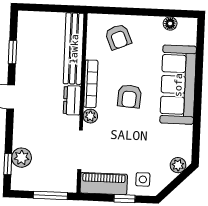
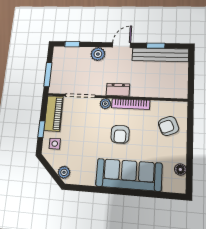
bench: (74, 49) -> (160, 55), moved
armchair: (129, 96) -> (120, 134), turned -94
plant: (22, 158) -> (98, 54), moved

